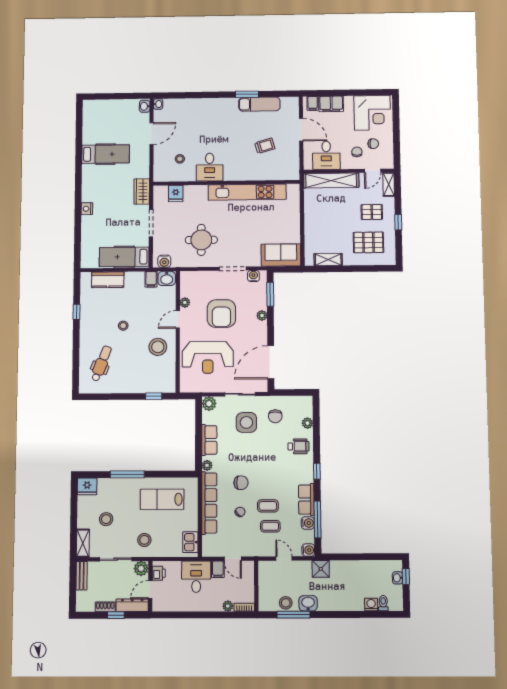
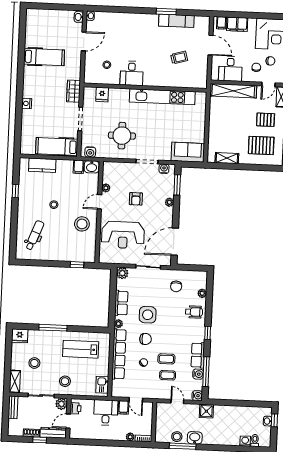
armchair: (221, 314) -> (136, 199), width x0.53, depth x0.53
side table: (246, 422) -> (148, 315), moved

